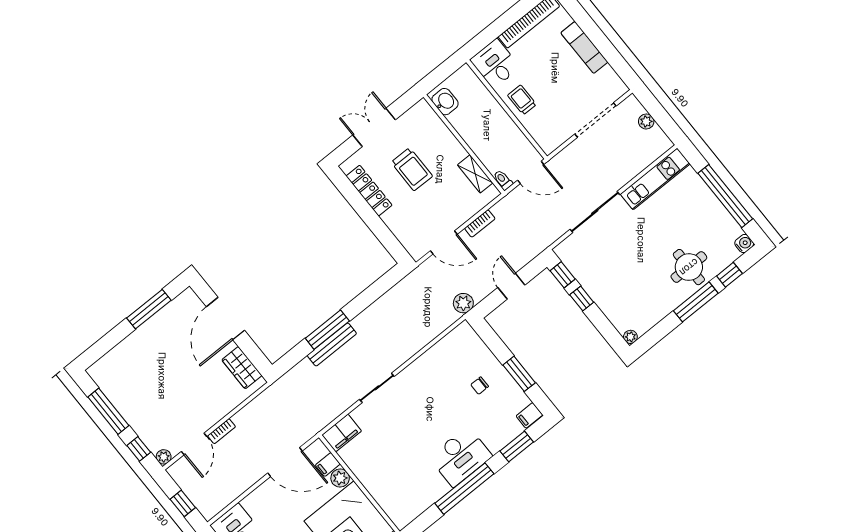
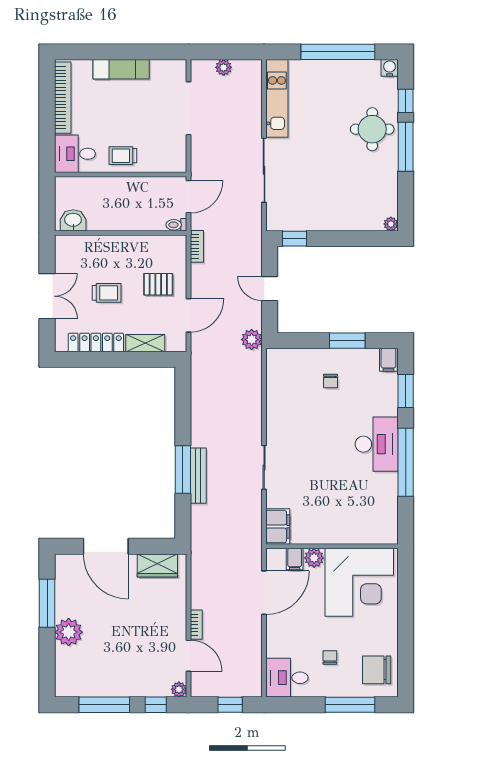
double door: (374, 127) -> (47, 296), swing flipped
trolley: (412, 169) -> (107, 293), width x0.73, depth x0.72
shelving: (475, 174) -> (145, 343), moved
pallet: (449, 202) -> (158, 284), added
bookcase: (480, 223) -> (197, 246), moved
window: (582, 298) -> (327, 239), removed
plant: (140, 342) -> (69, 632), added

